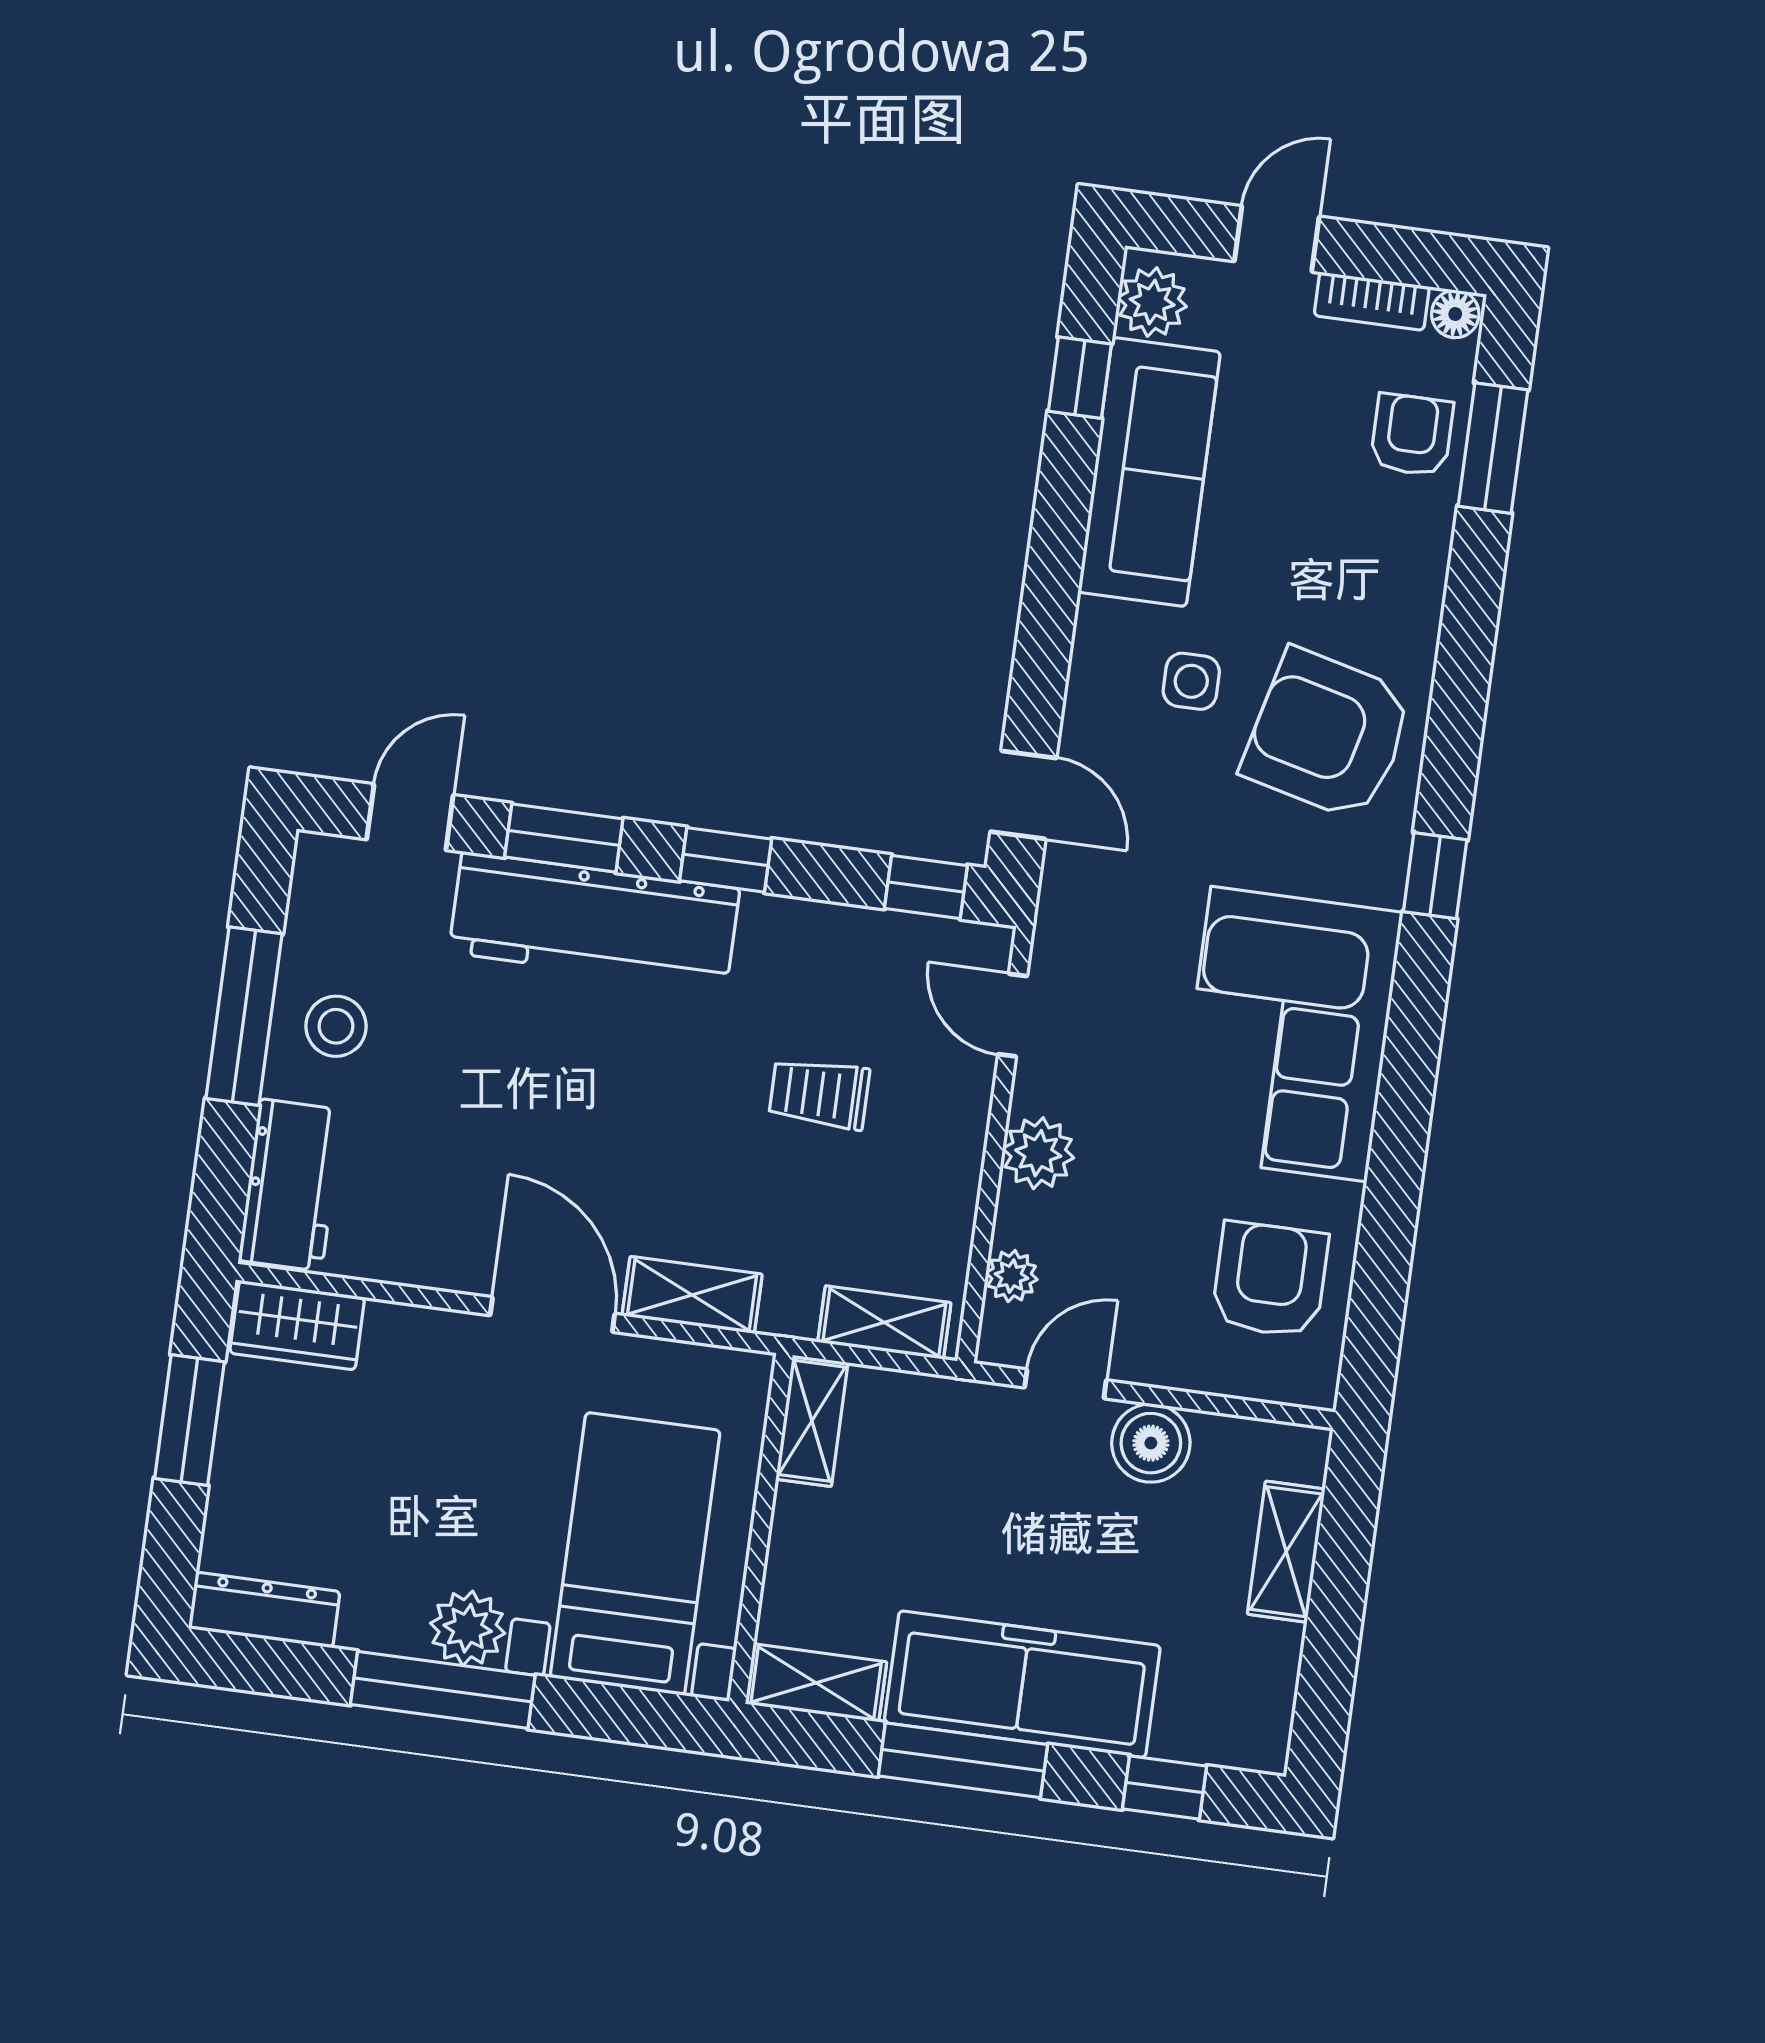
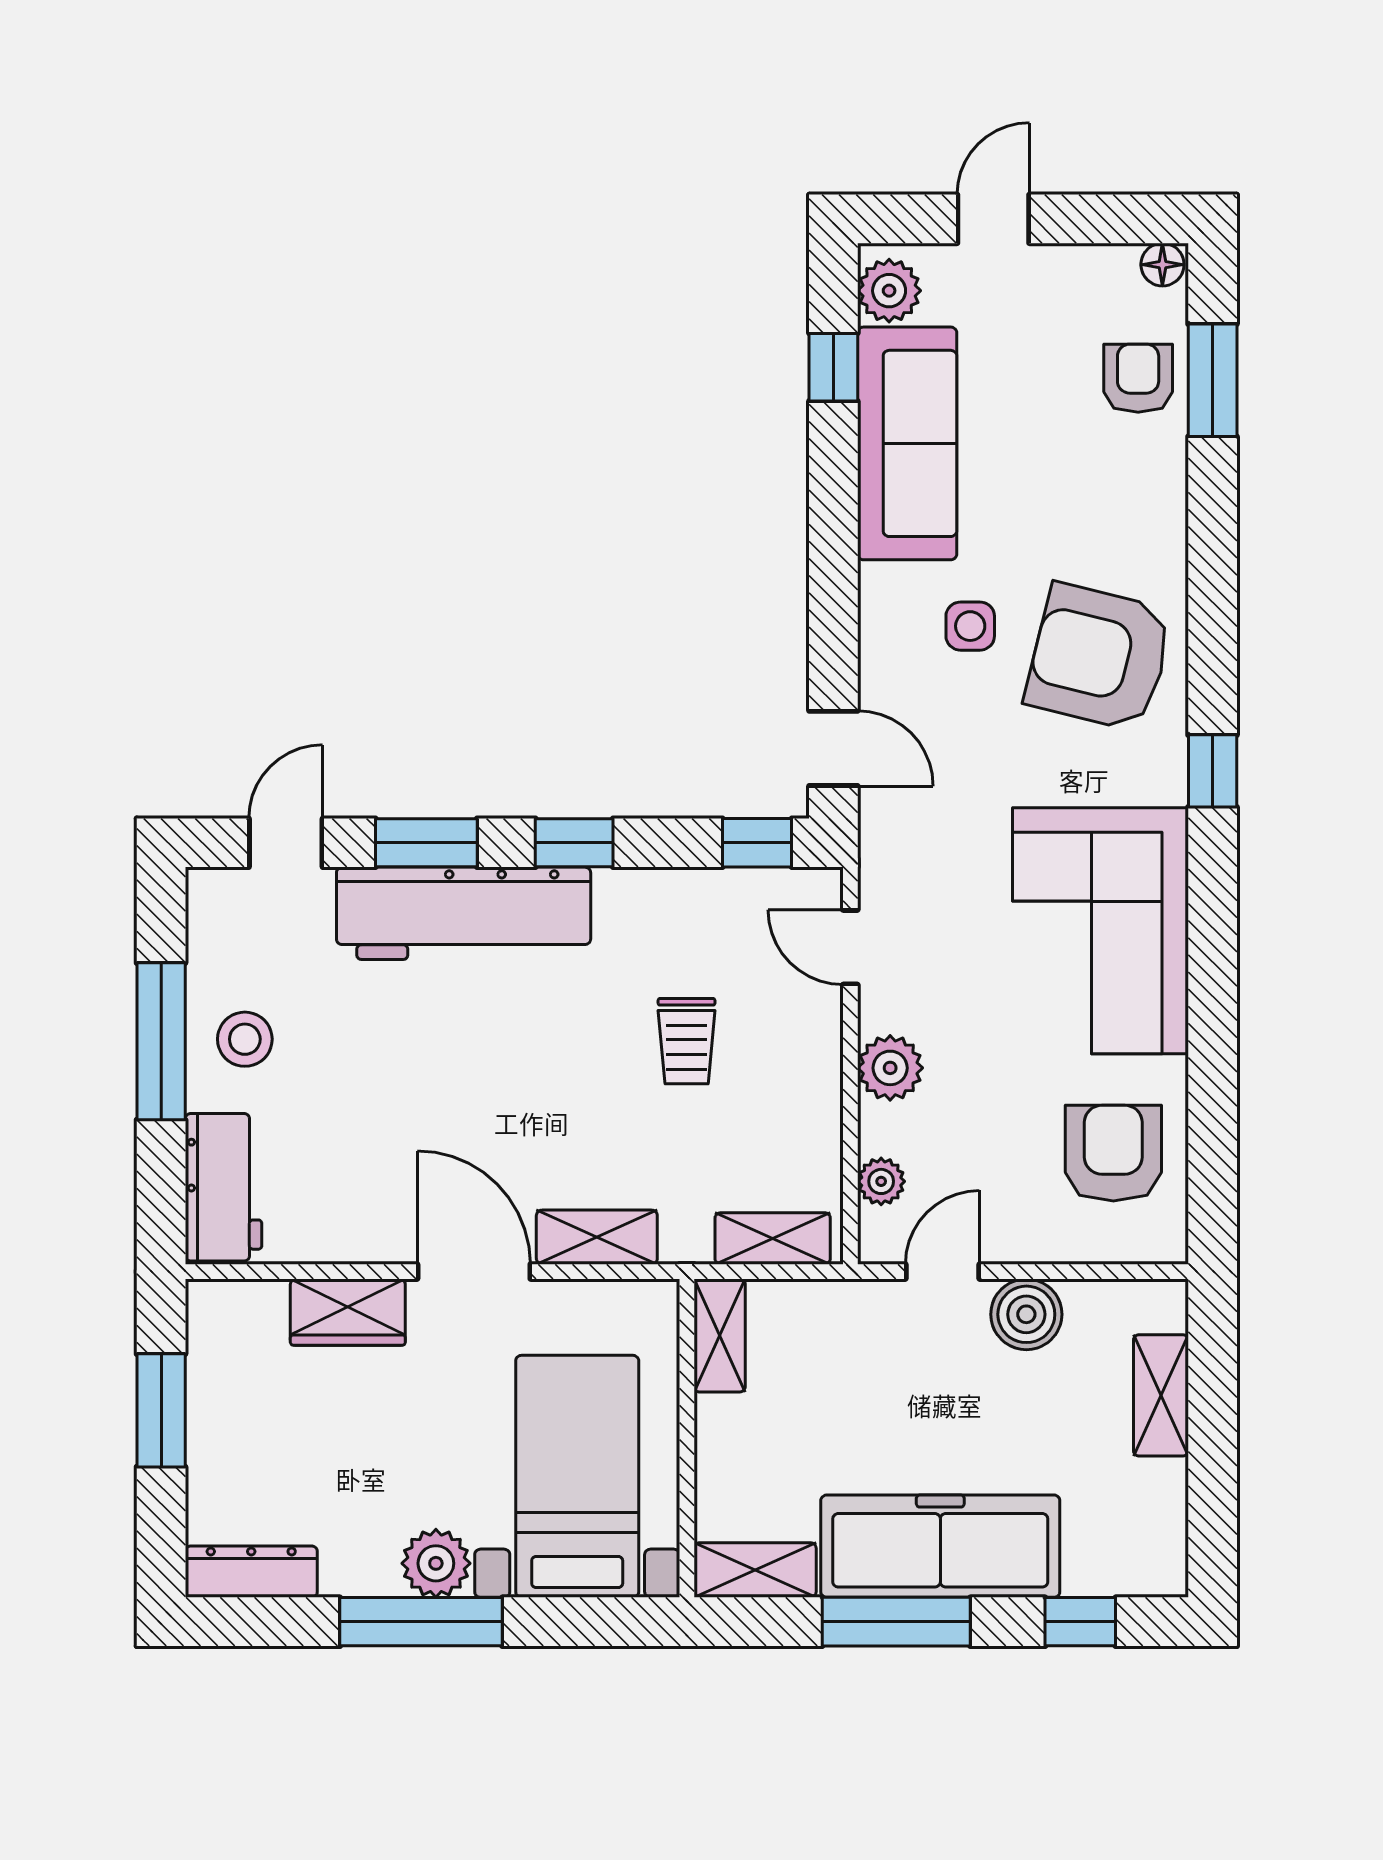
bookcase: (1372, 301) -> (1086, 263), removed
trolley: (819, 1094) -> (687, 1041), turned -90
wardrobe: (297, 1325) -> (348, 1312), moved

